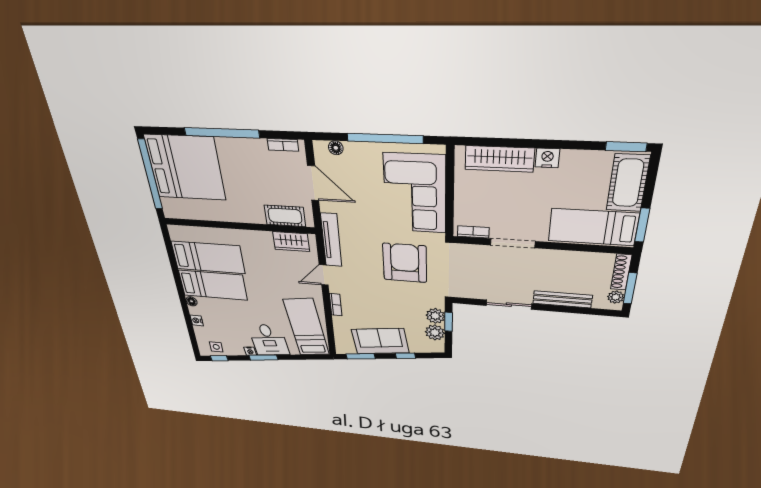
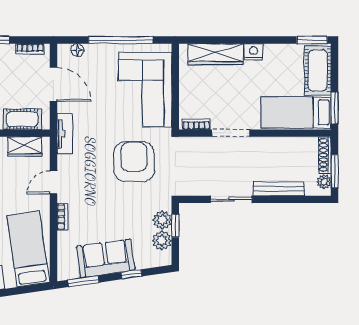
tv unit: (331, 240) -> (65, 134), width x0.71

